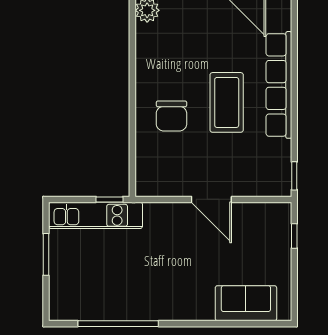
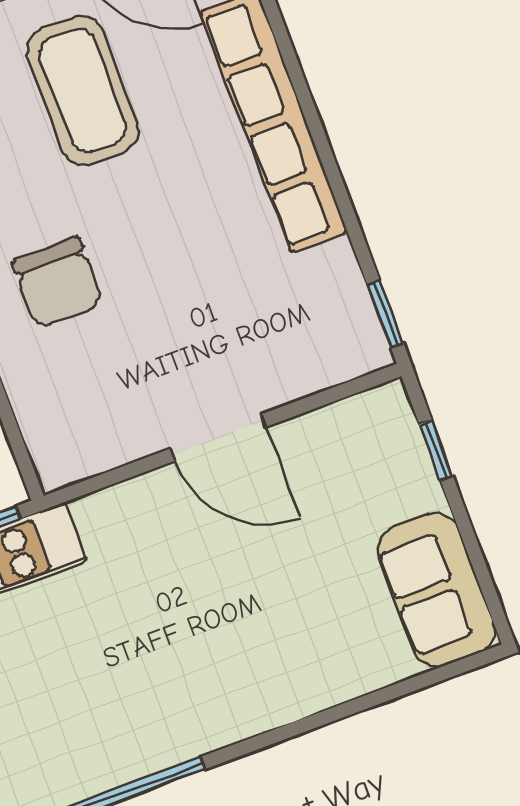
coffee table: (227, 102) -> (83, 91), moved
sofa: (246, 303) -> (436, 590), moved, turned -90

